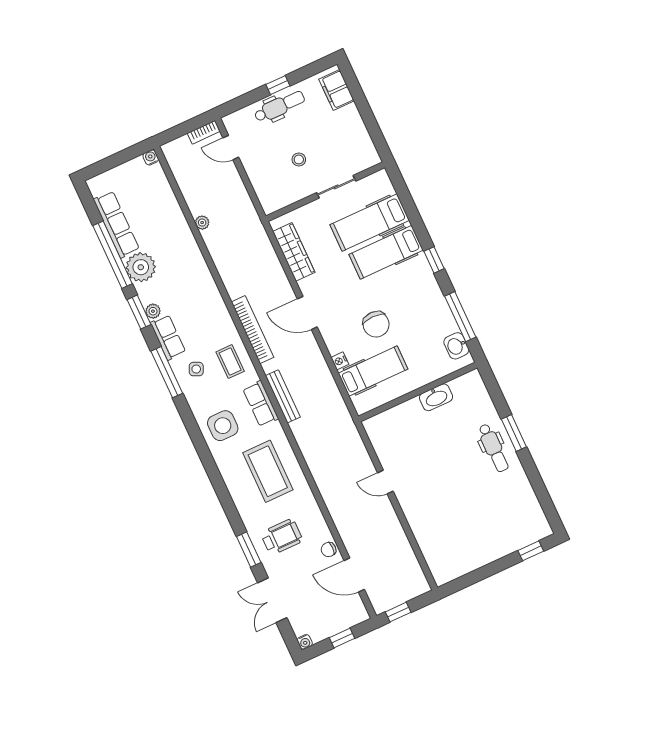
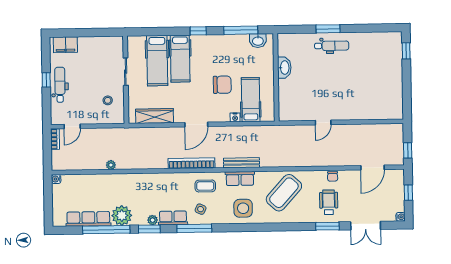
stool: (299, 159) -> (108, 100), moved
coffee table: (268, 471) -> (284, 193), turned -48
chair: (329, 550) -> (333, 176), moved

